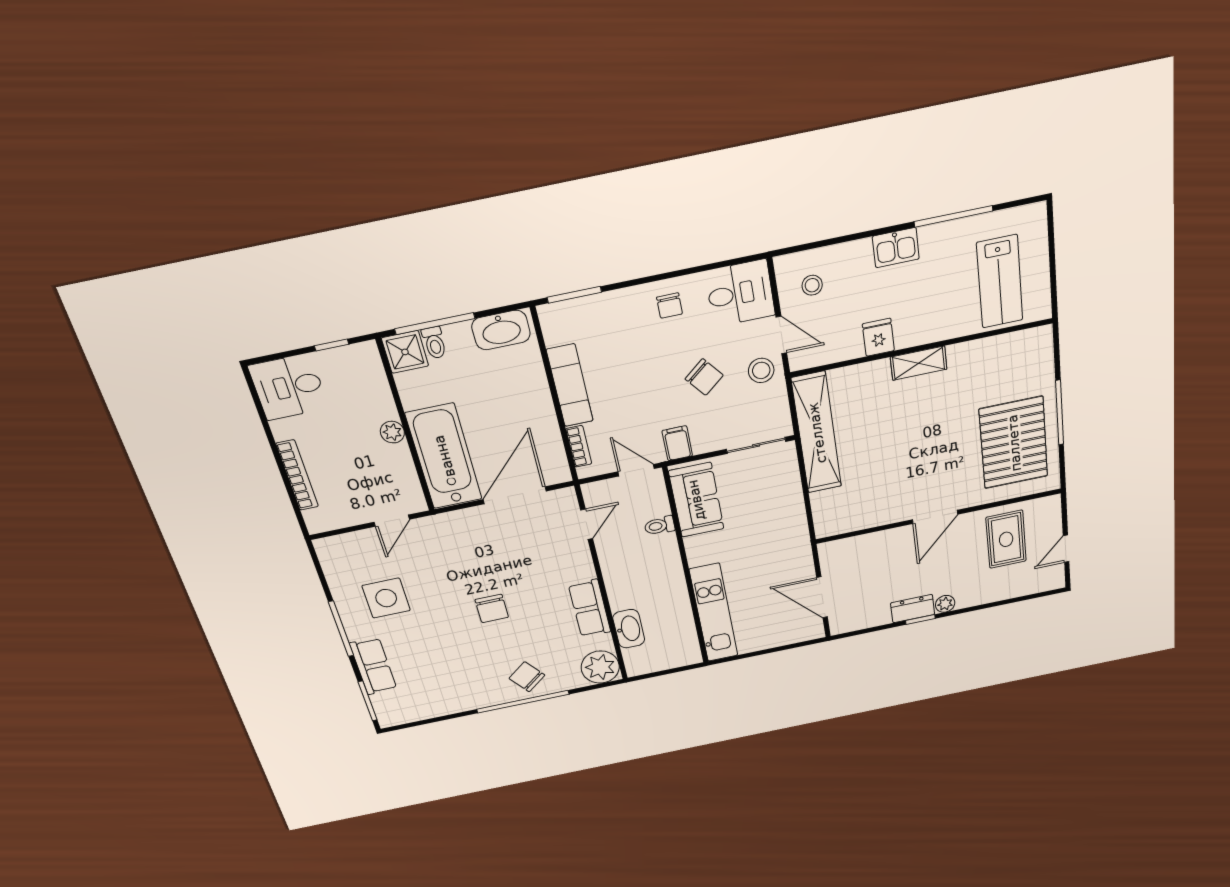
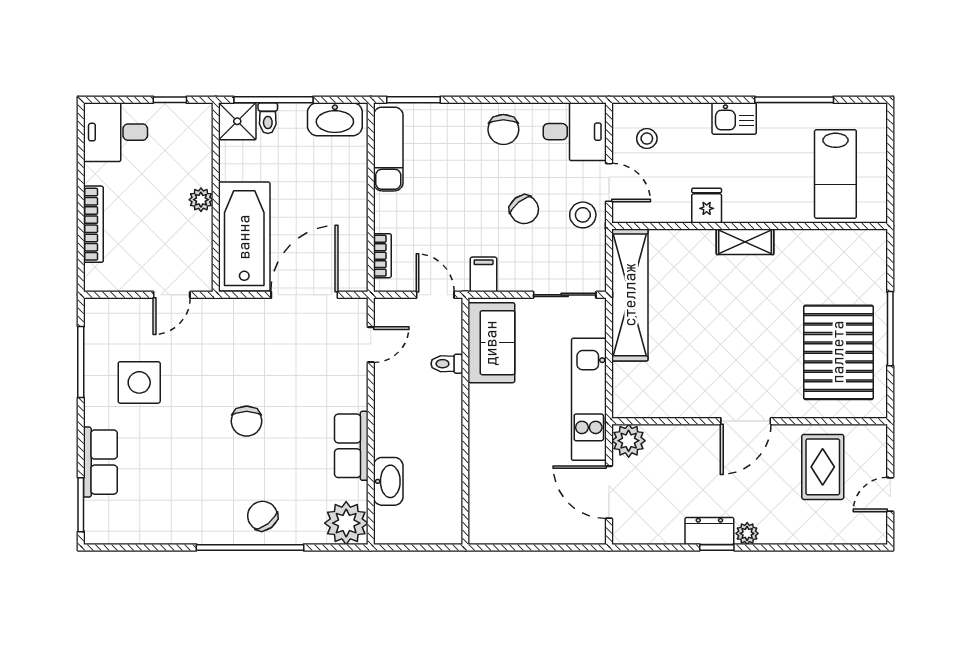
chair: (670, 306) -> (503, 130), width x1.37, depth x1.37
exam couch: (570, 385) -> (388, 149), moved
plant: (833, 554) -> (629, 441), added
kitchen unit: (714, 613) -> (589, 399), moved, turned 180
window: (341, 629) -> (81, 362), moved

